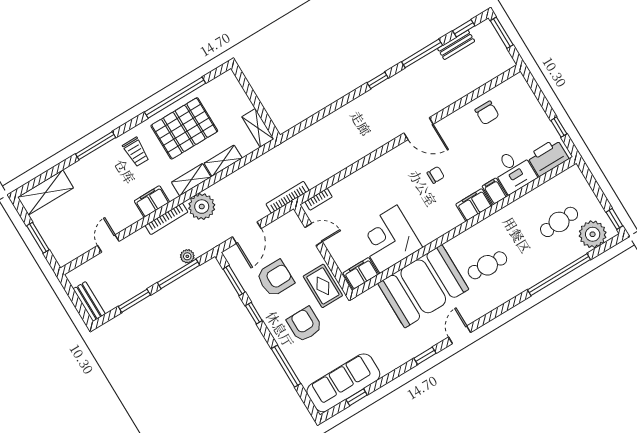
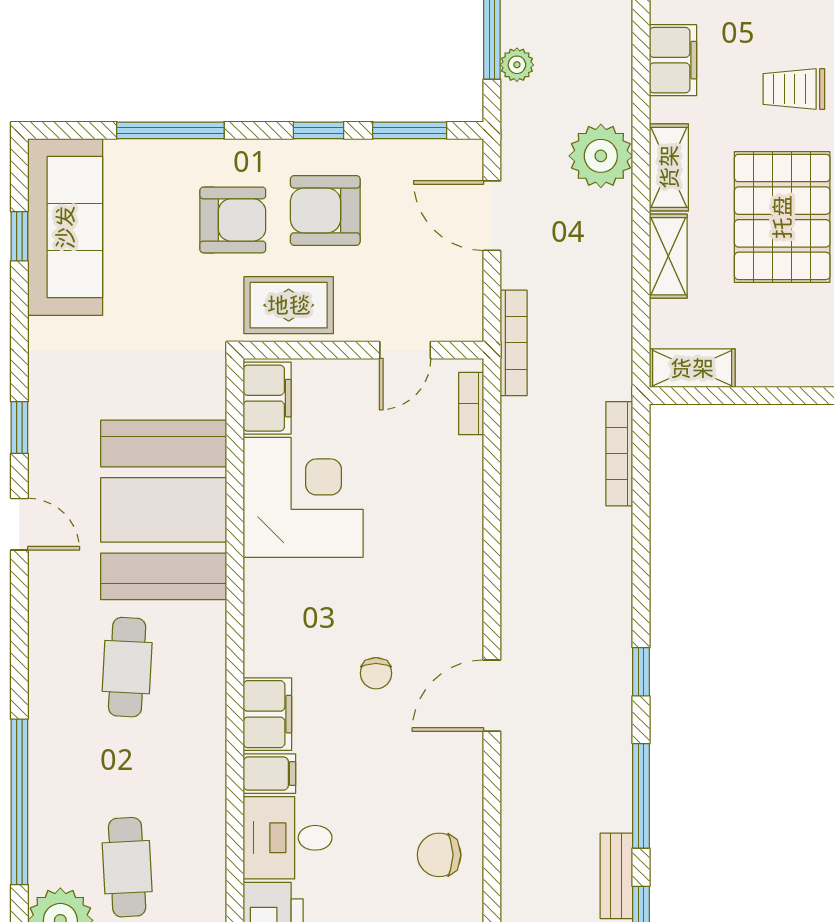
bookcase: (166, 219) -> (619, 454), moved
armchair: (275, 278) -> (325, 210), moved, turned 90

